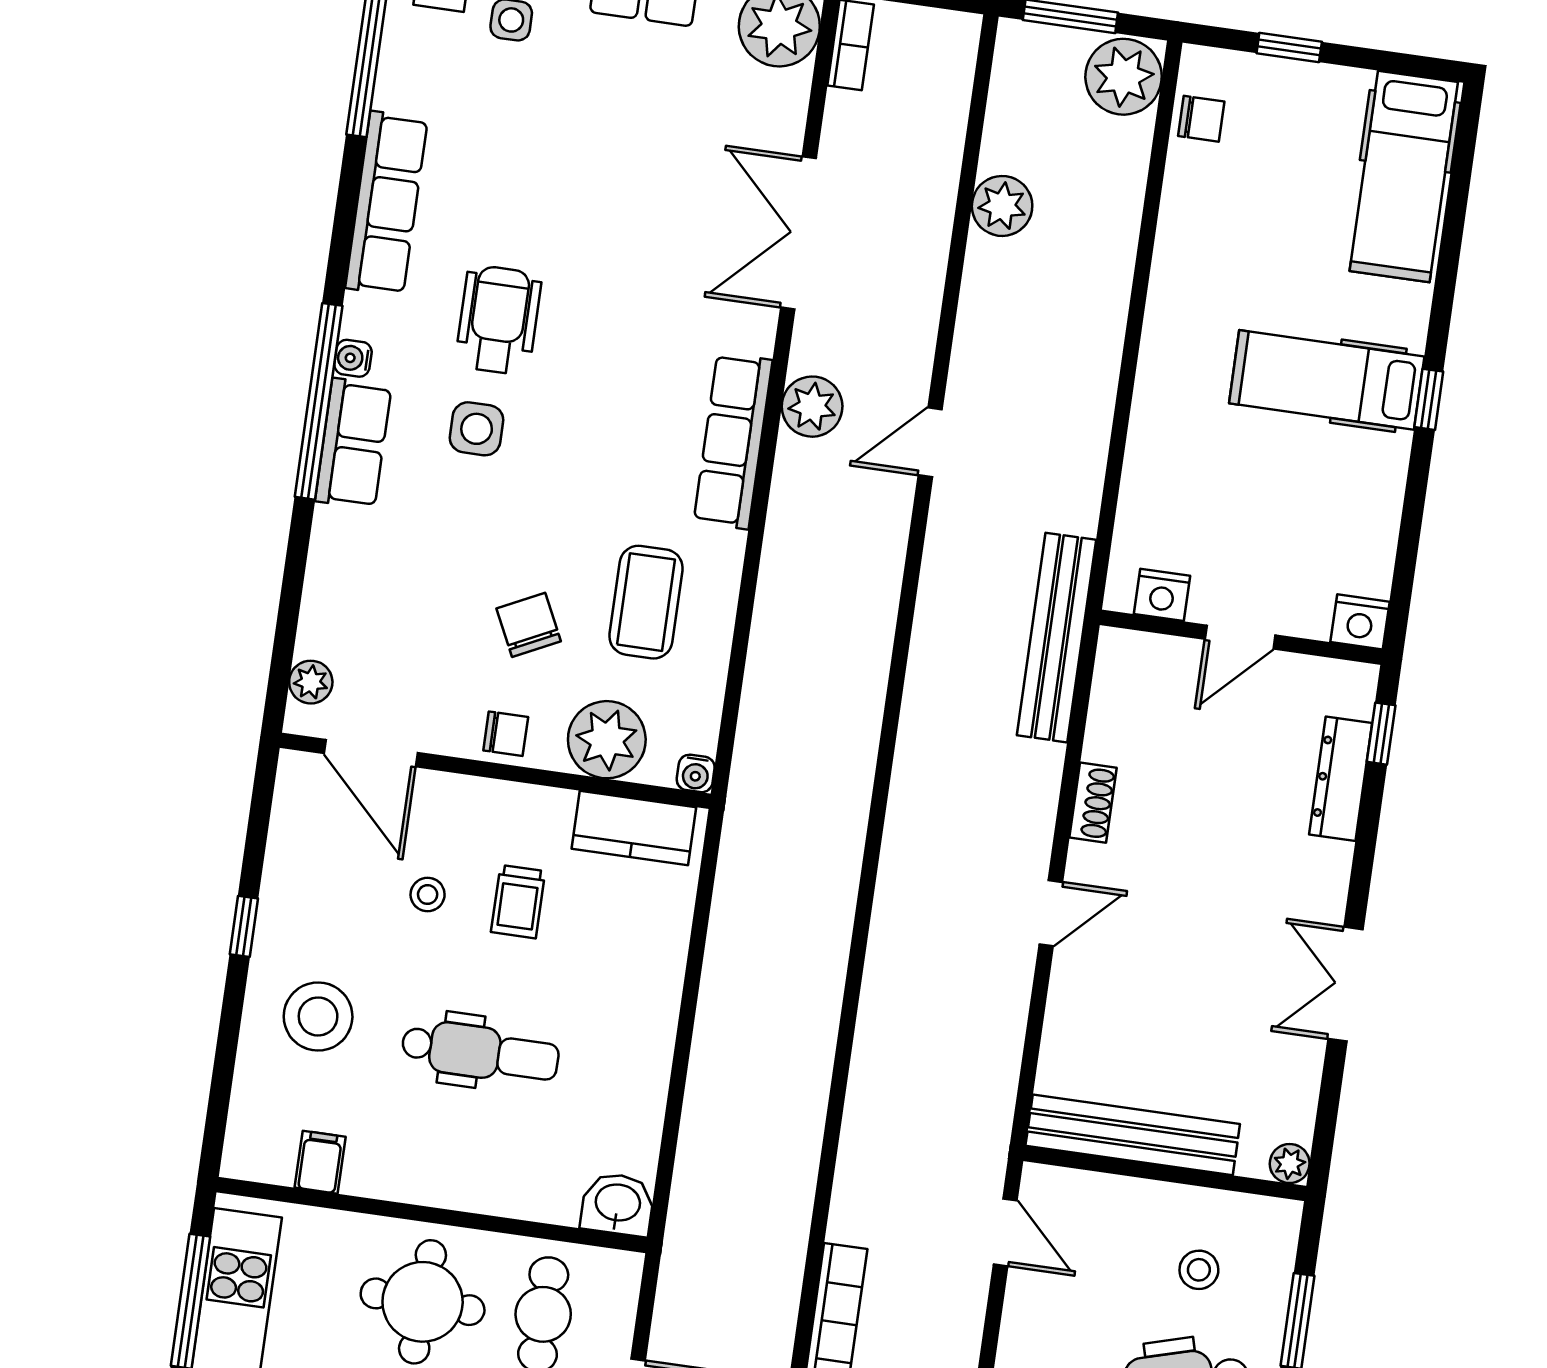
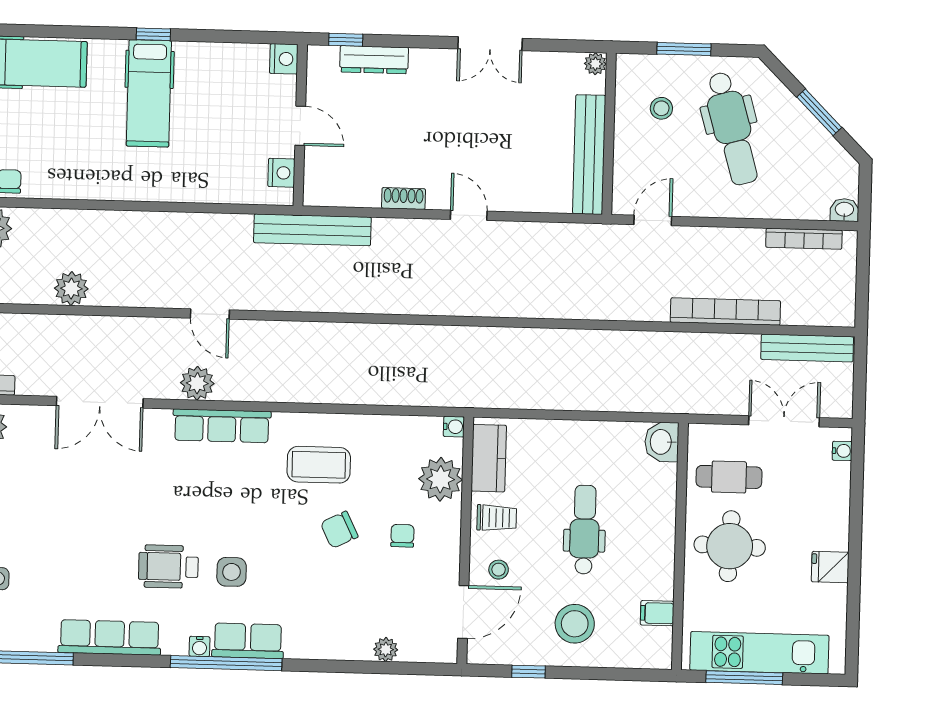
plant: (607, 740) -> (440, 479), moved
door: (371, 753) -> (463, 612), moved
wall: (495, 771) -> (465, 540), moved
water cooler: (696, 773) -> (454, 427), moved
kitchen counter: (634, 828) -> (489, 458), moved

